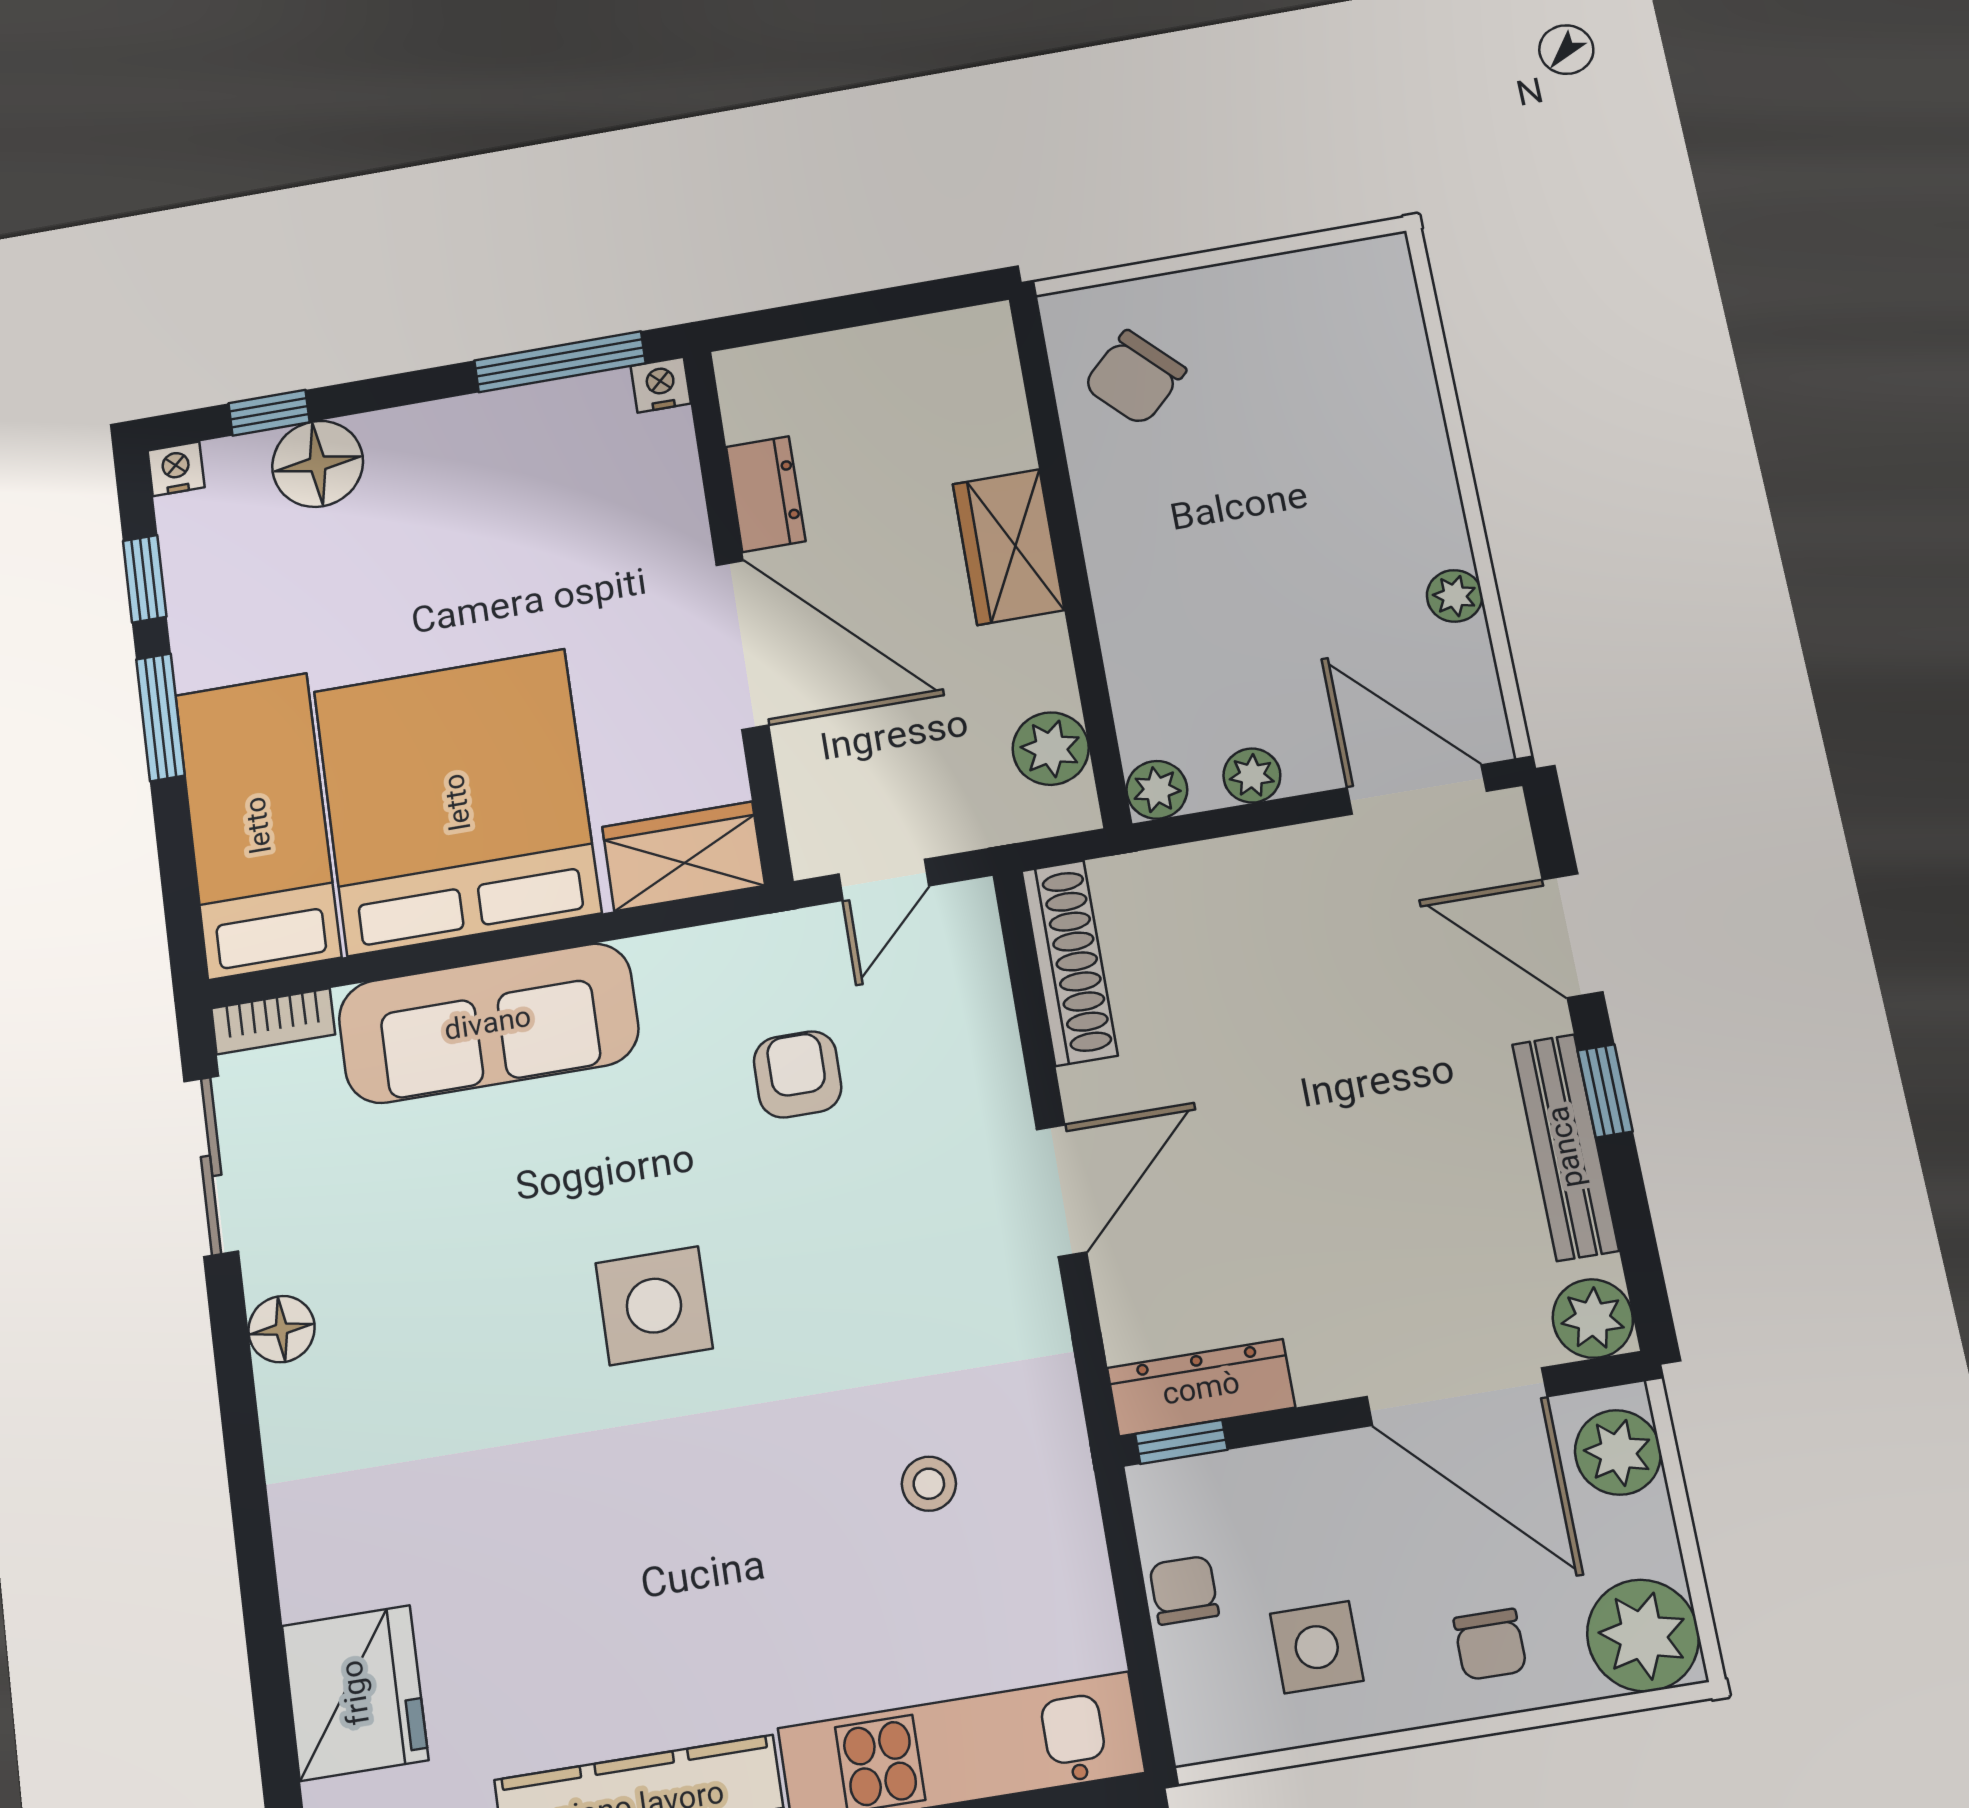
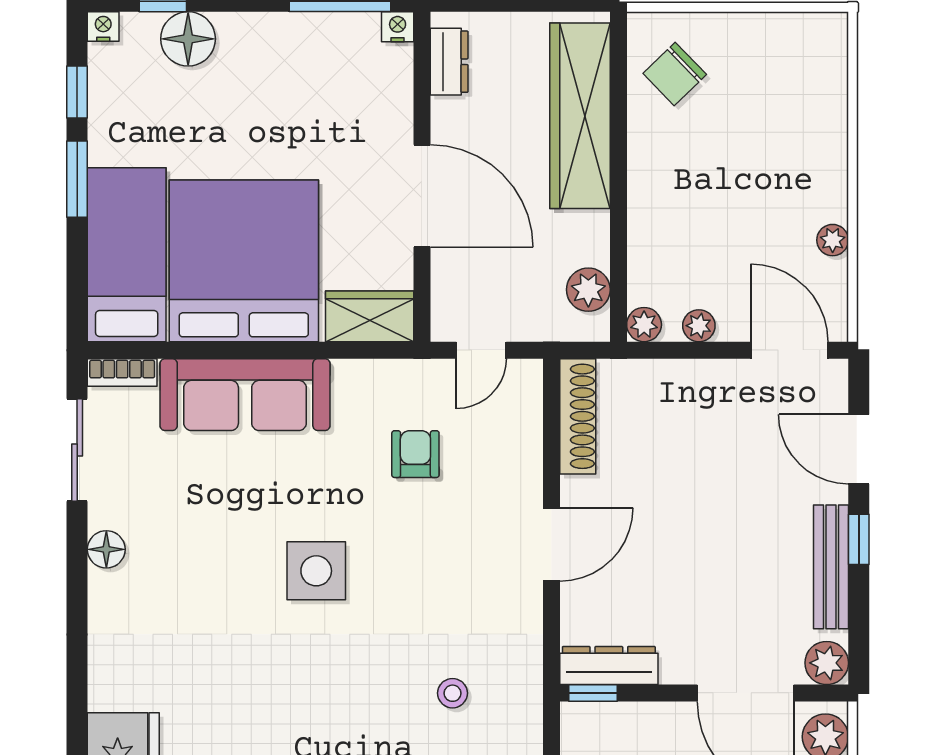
dresser: (766, 494) -> (449, 62), moved
wardrobe: (1008, 547) -> (580, 116), width x2.10, depth x1.17

